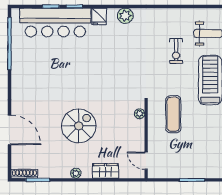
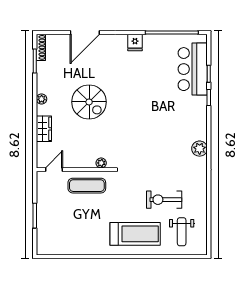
fridge: (99, 16) -> (135, 42), moved, turned -90
bar counter: (55, 23) -> (193, 69), width x0.73
exercise bike: (176, 51) -> (164, 200), width x1.38, depth x1.39
exercise mat: (173, 114) -> (87, 186), moved

